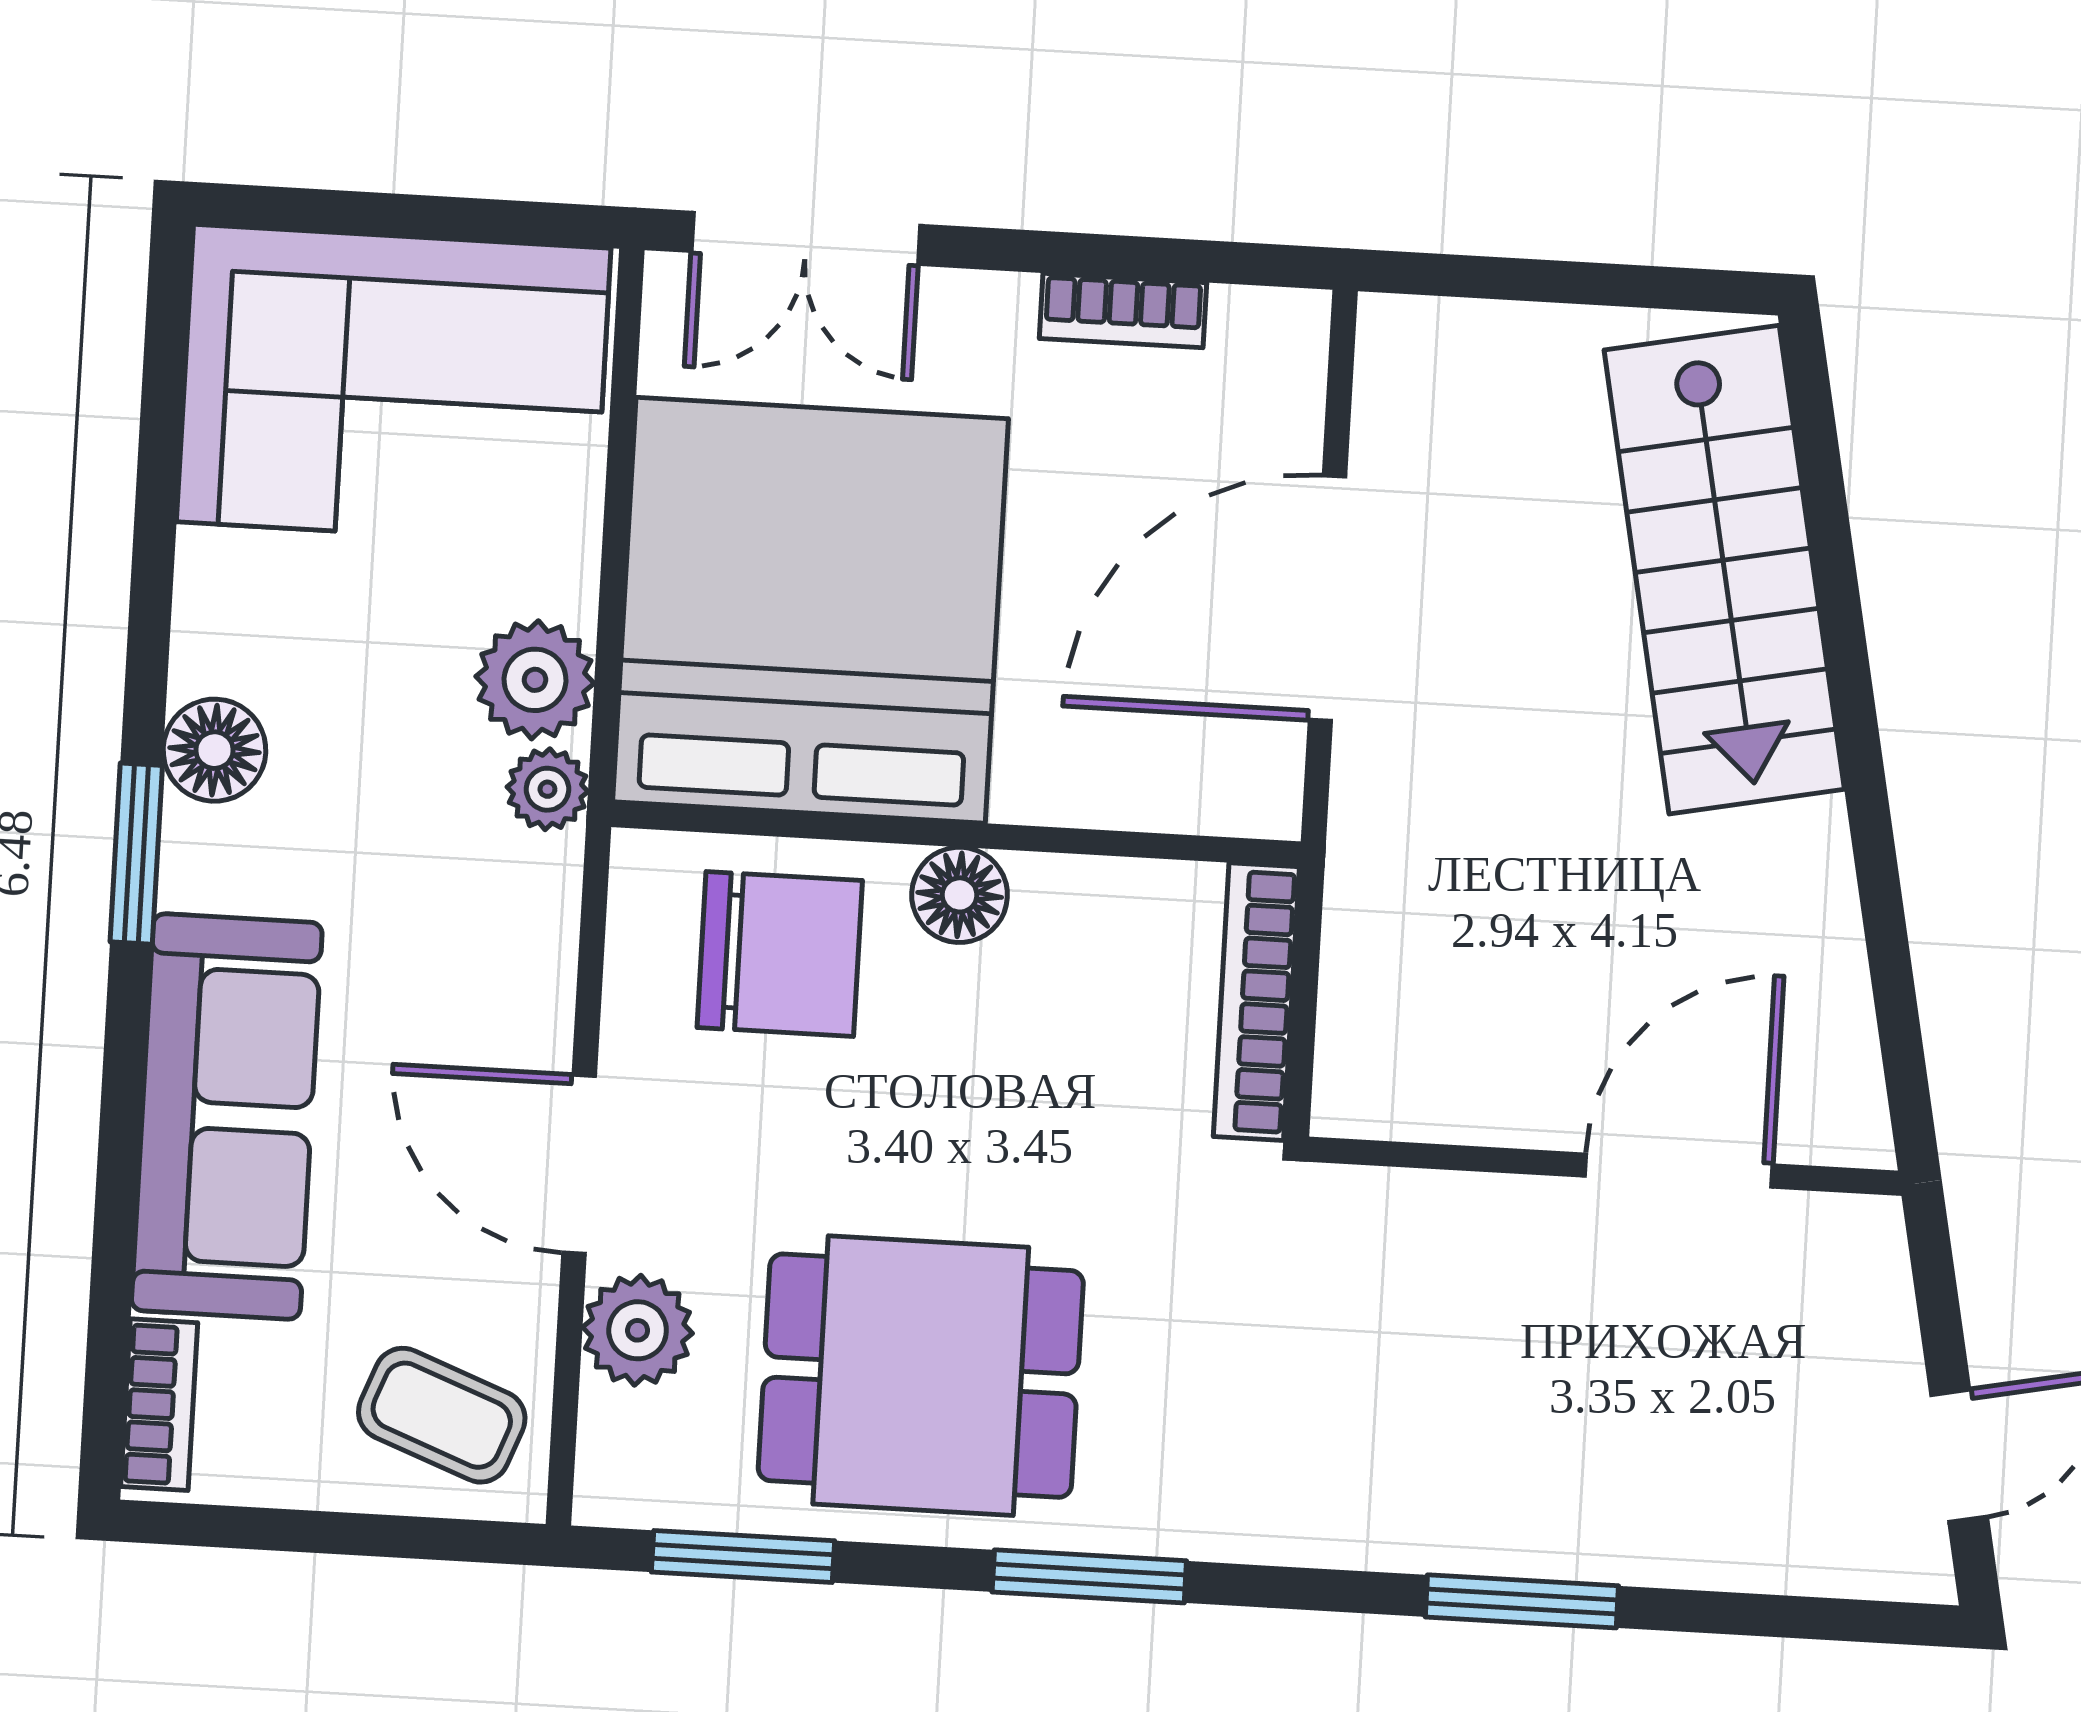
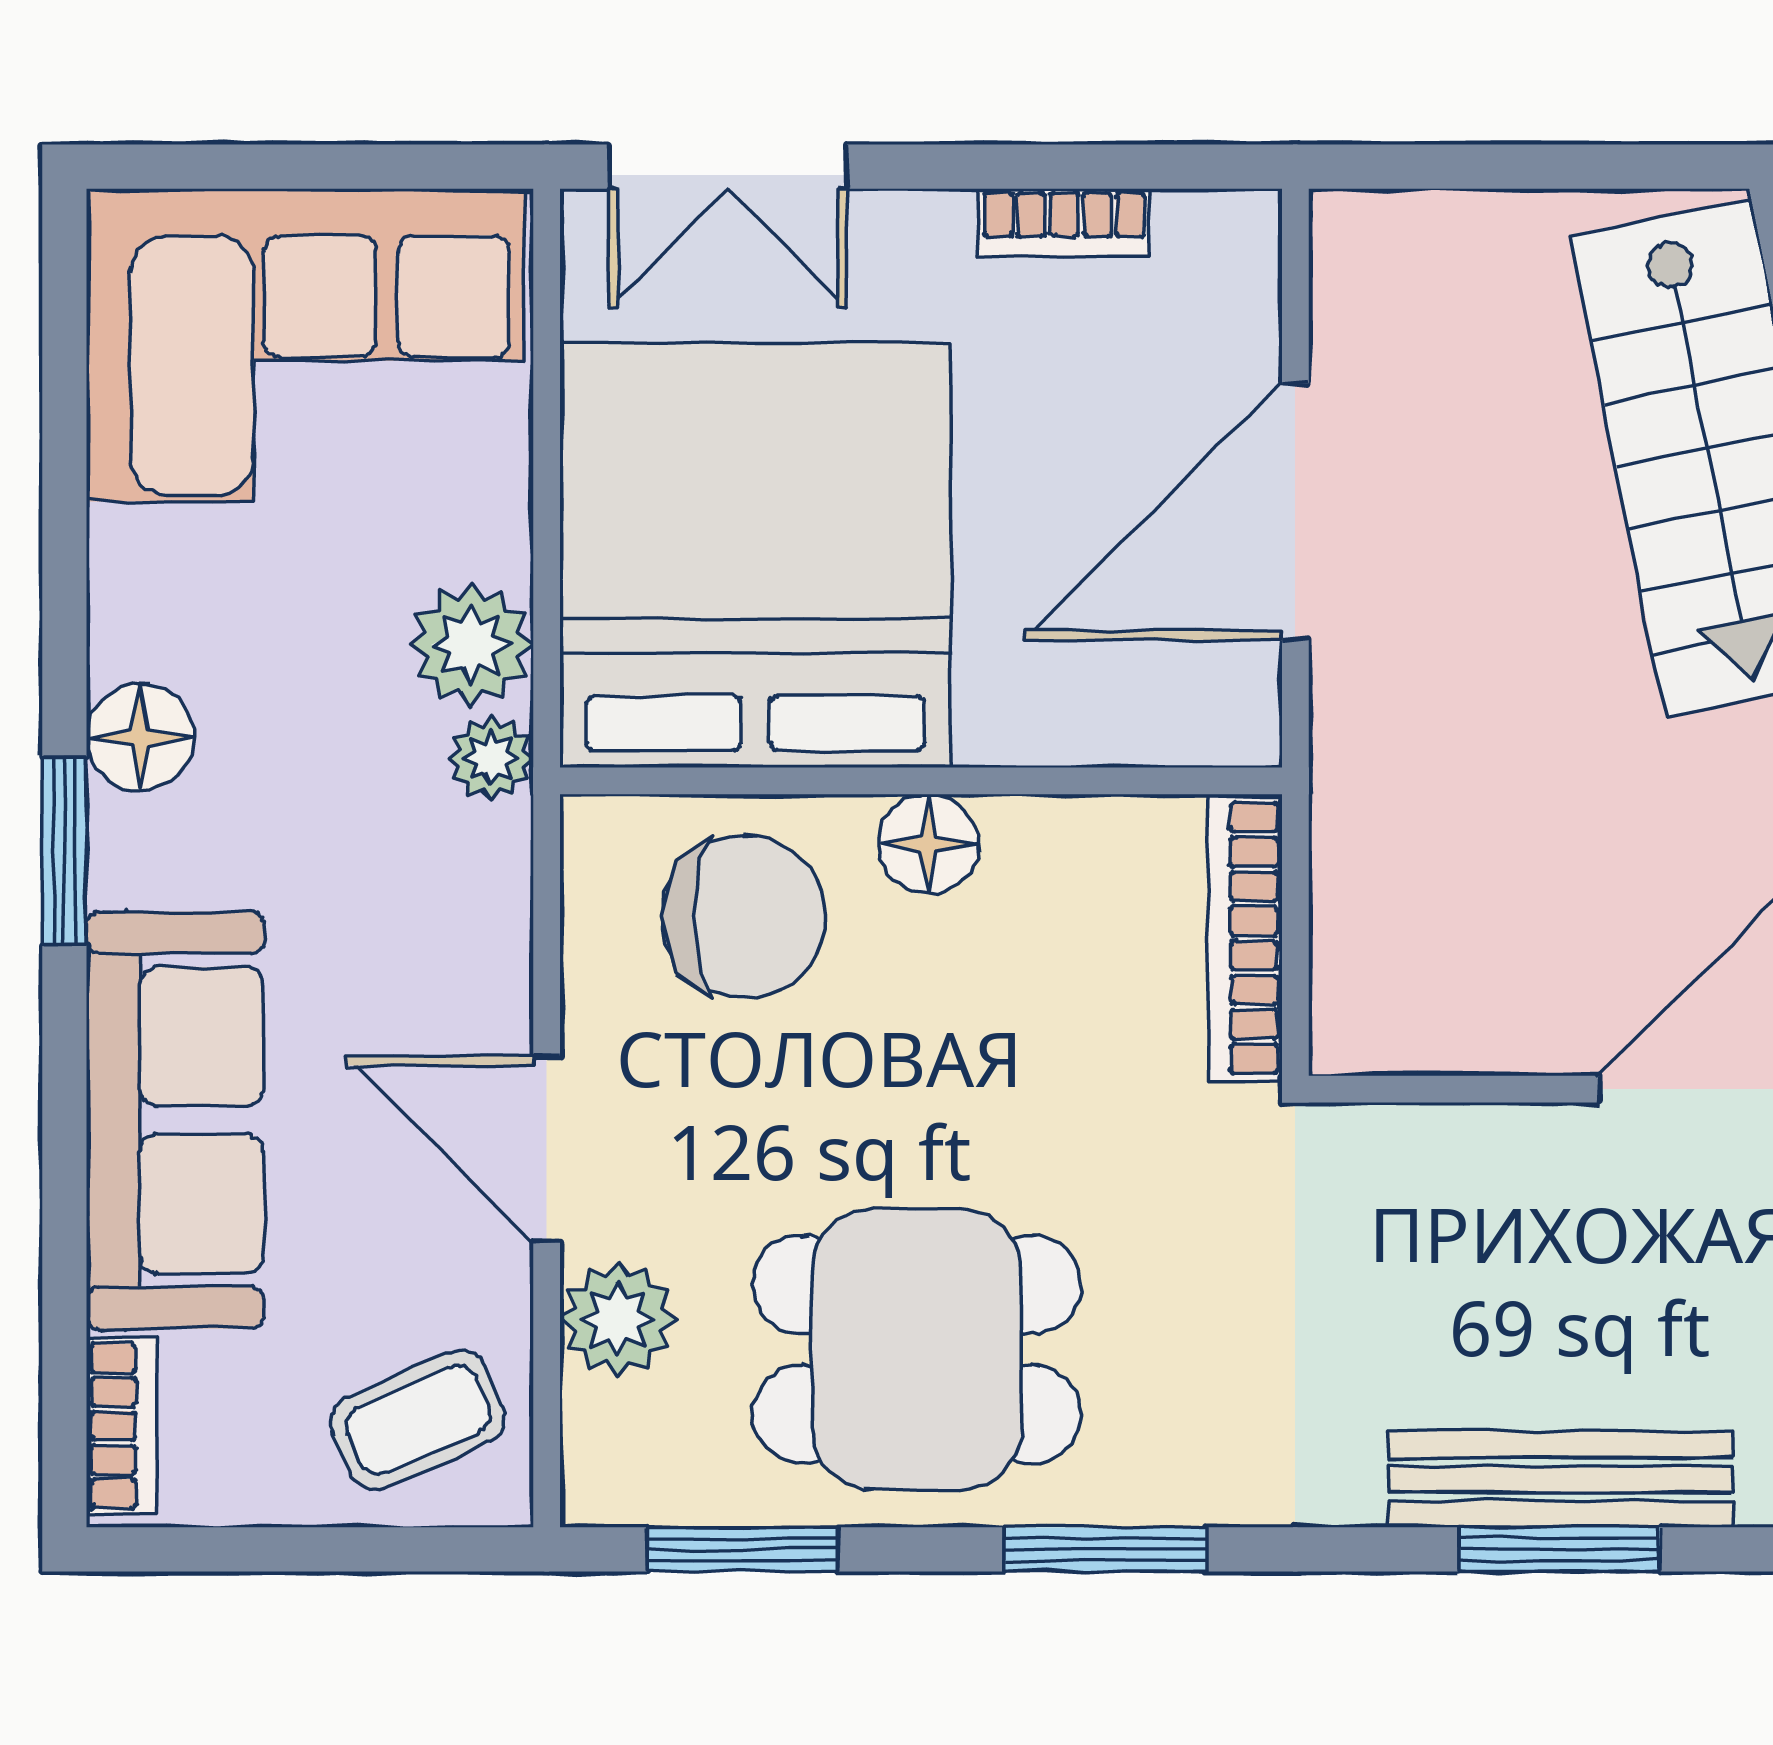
coffee table: (442, 1415) -> (418, 1420), turned -45
bench: (1526, 1535) -> (1560, 1479), added

